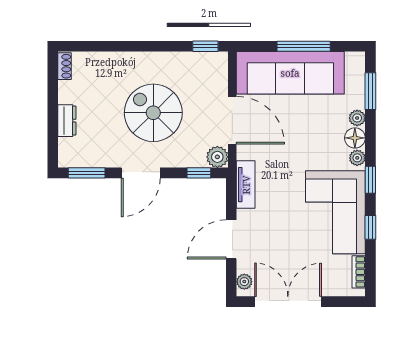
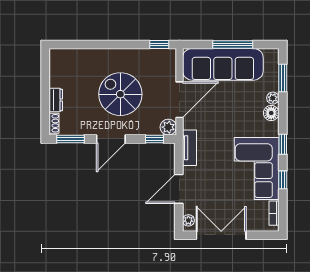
shoe rack: (65, 66) -> (54, 123), moved
door: (232, 120) -> (179, 100), hinge flipped
plant: (357, 158) -> (273, 128), removed

